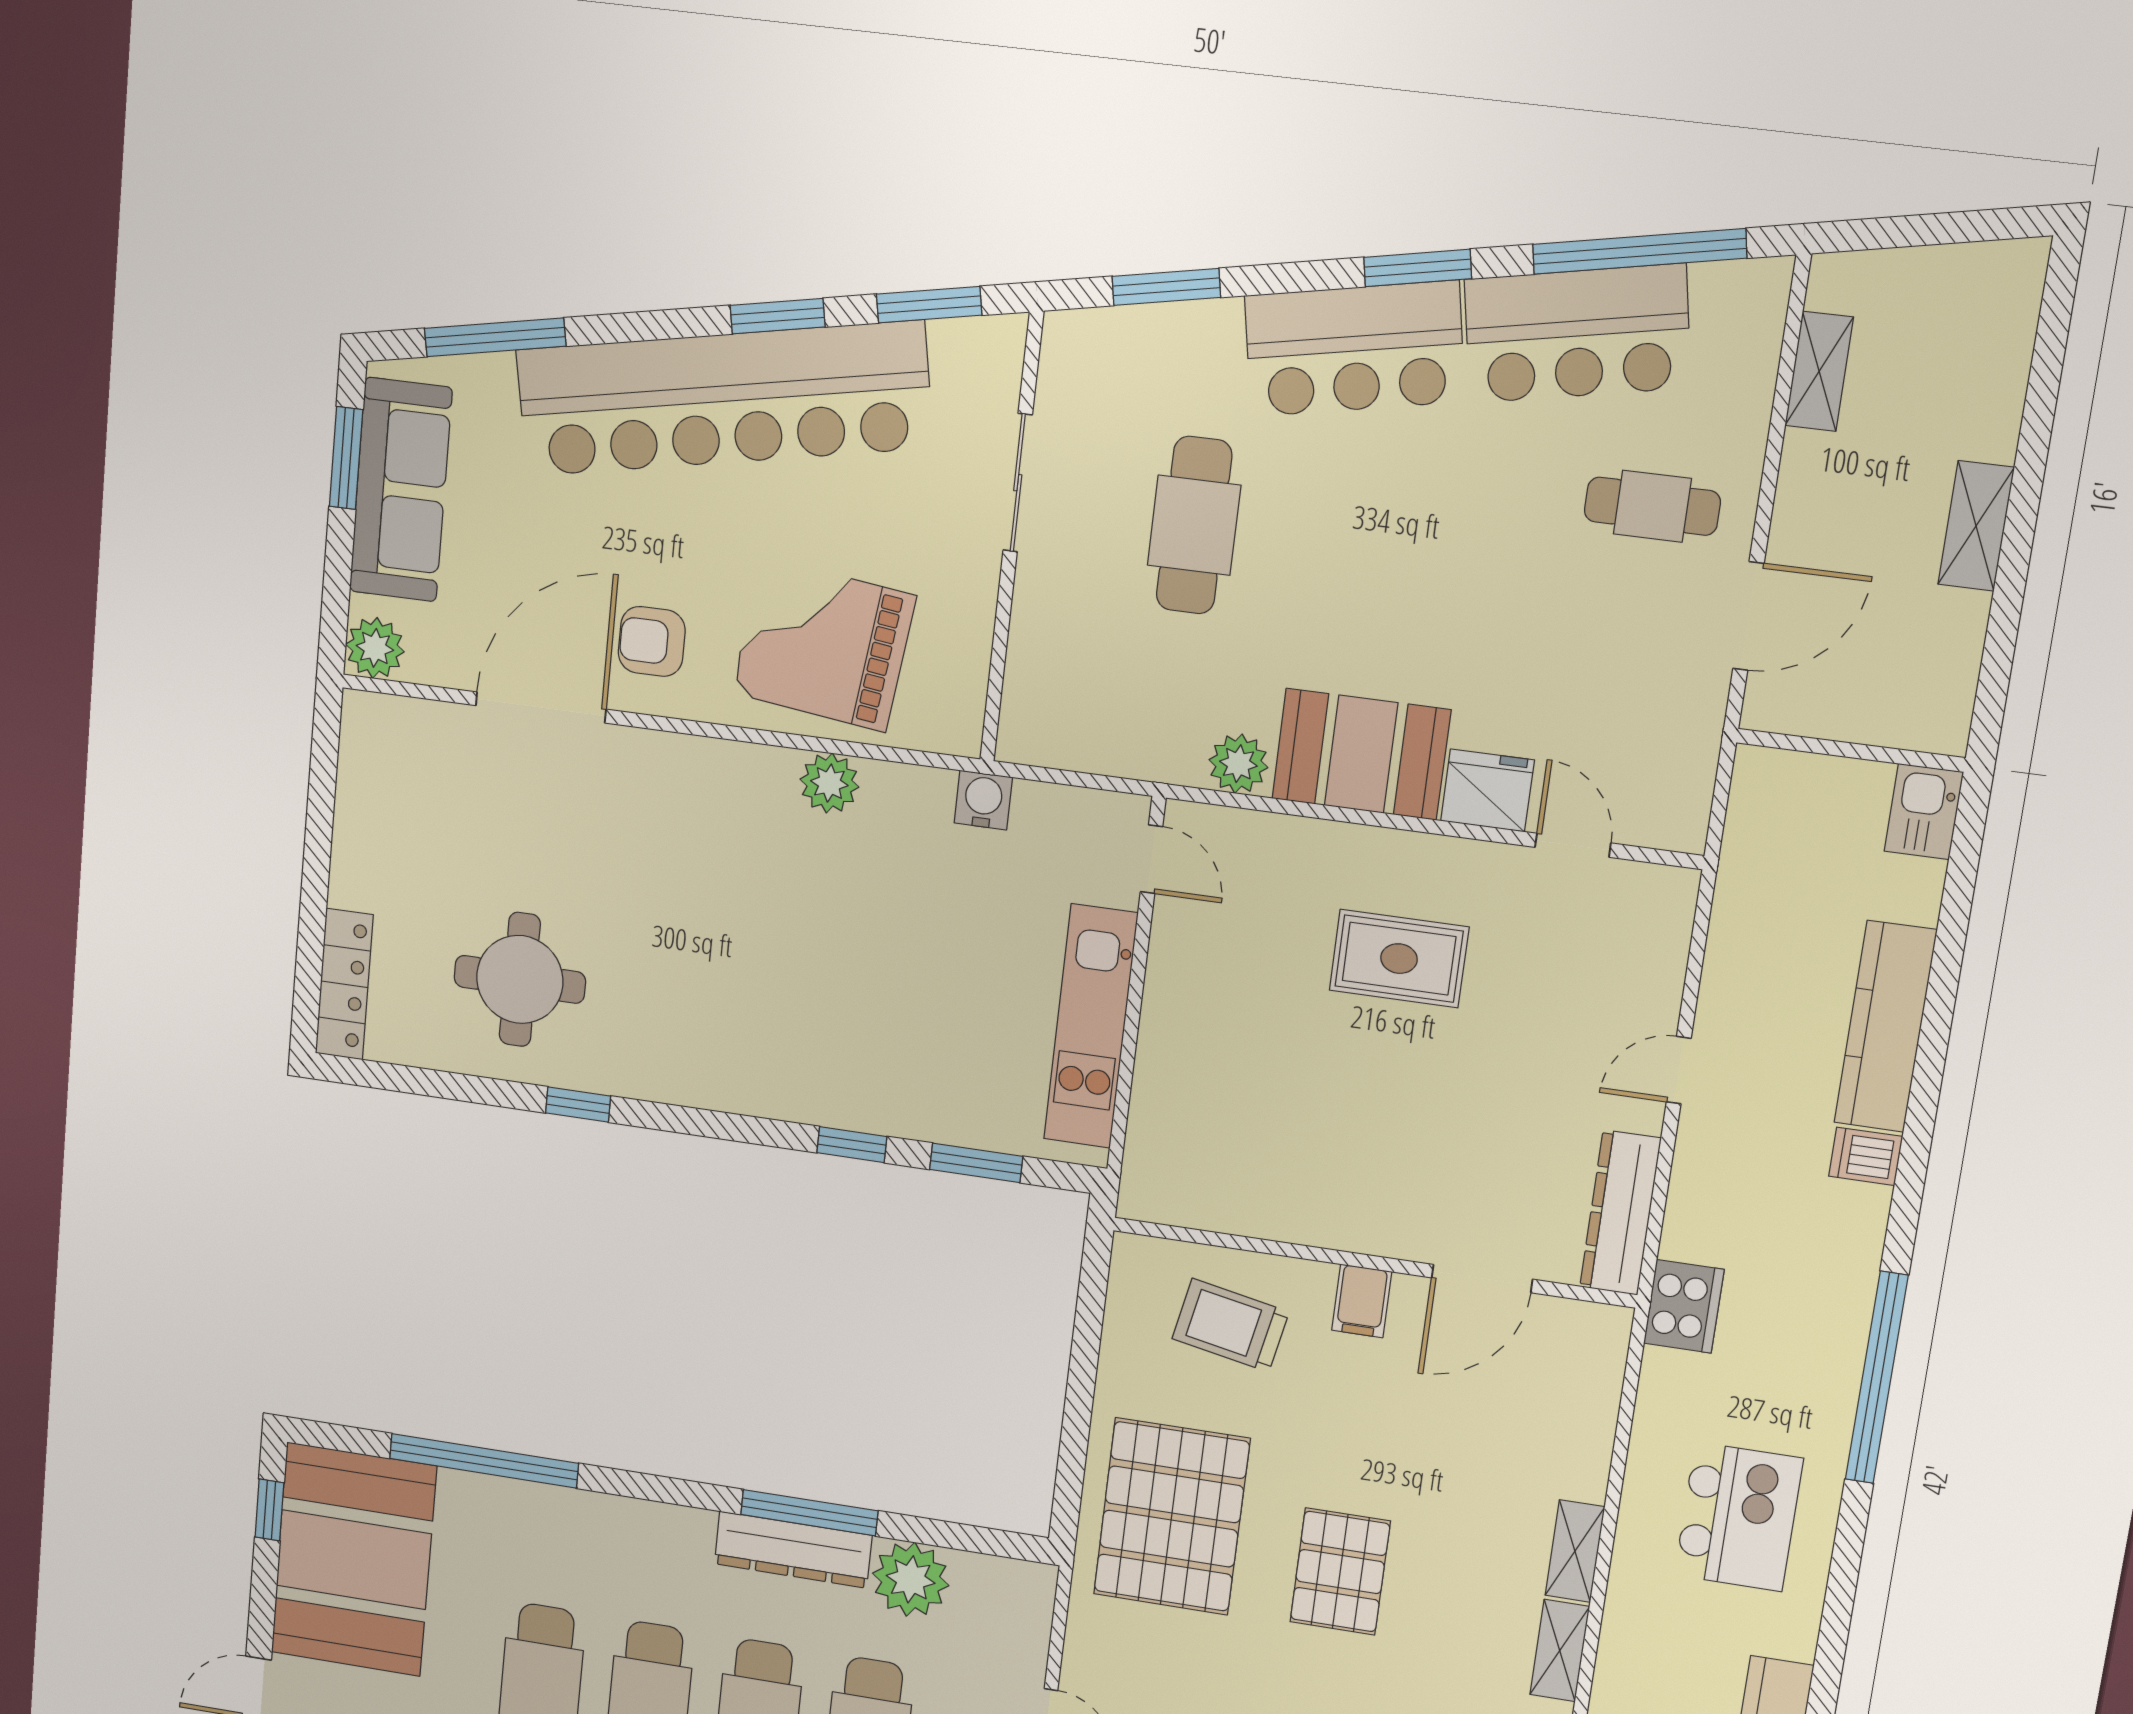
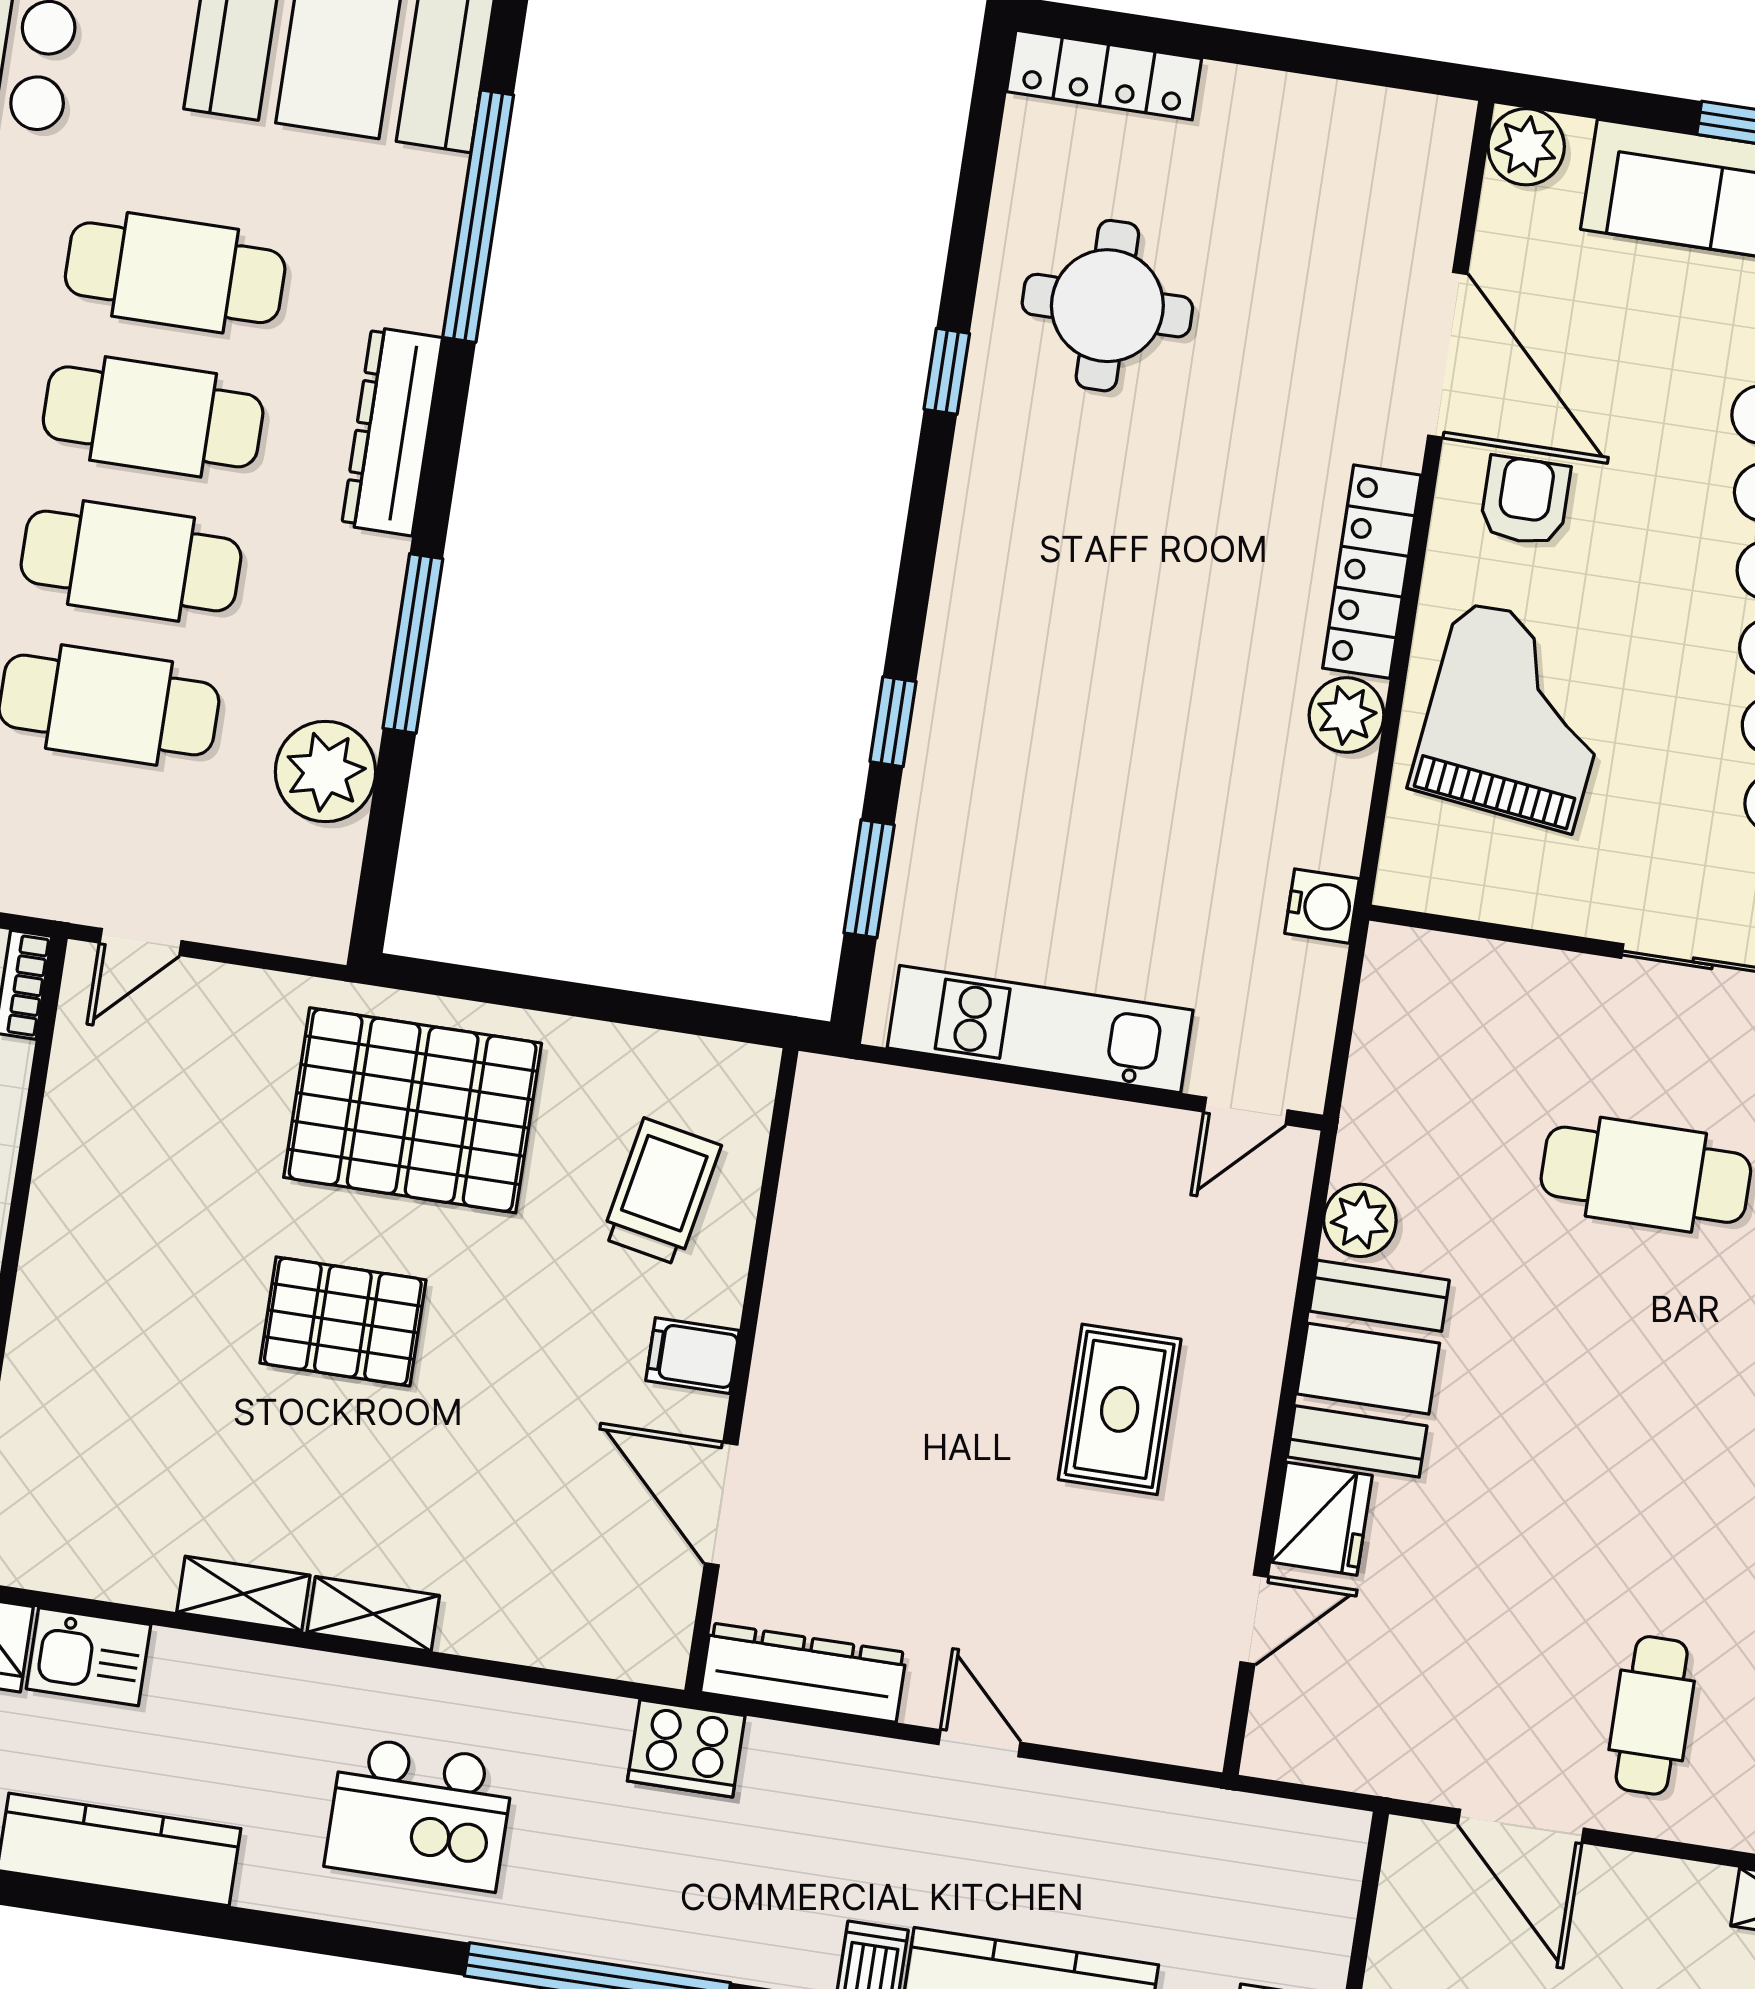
locker: (715, 765) -> (1372, 572), added
dresser: (793, 1550) -> (392, 431), moved

